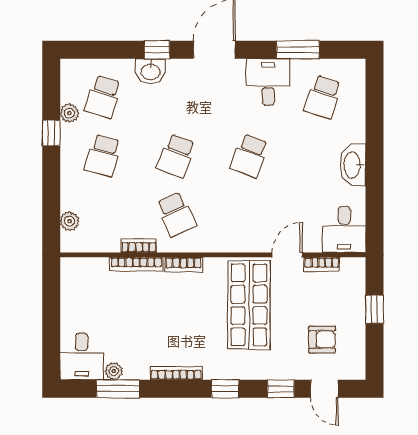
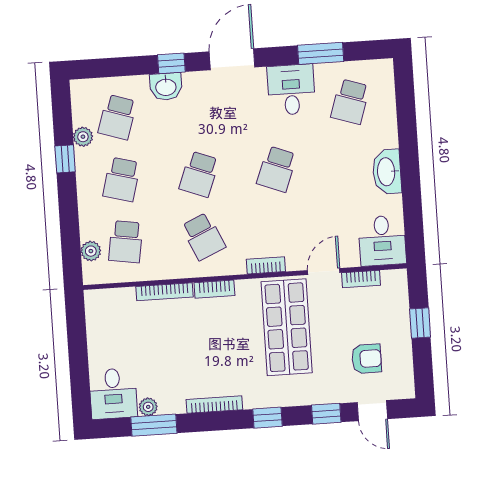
school desk: (103, 214) -> (126, 242), added
bookcase: (139, 246) -> (266, 265), moved

